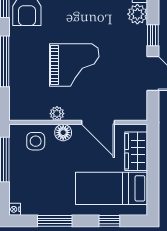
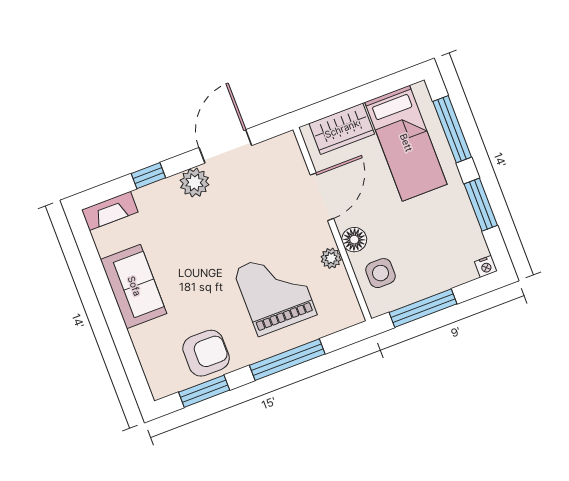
plant: (137, 14) -> (195, 183), moved
window: (153, 35) -> (148, 176), moved
grand piano: (74, 65) -> (275, 292), moved
window: (109, 221) -> (452, 129), width x2.17

